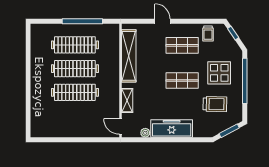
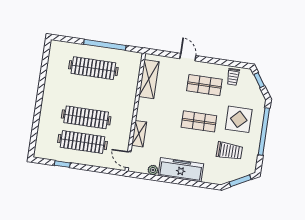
shelving: (129, 56) -> (149, 79), width x0.68
clothes rail: (75, 69) -> (82, 142), moved
window: (59, 140) -> (62, 164), added

